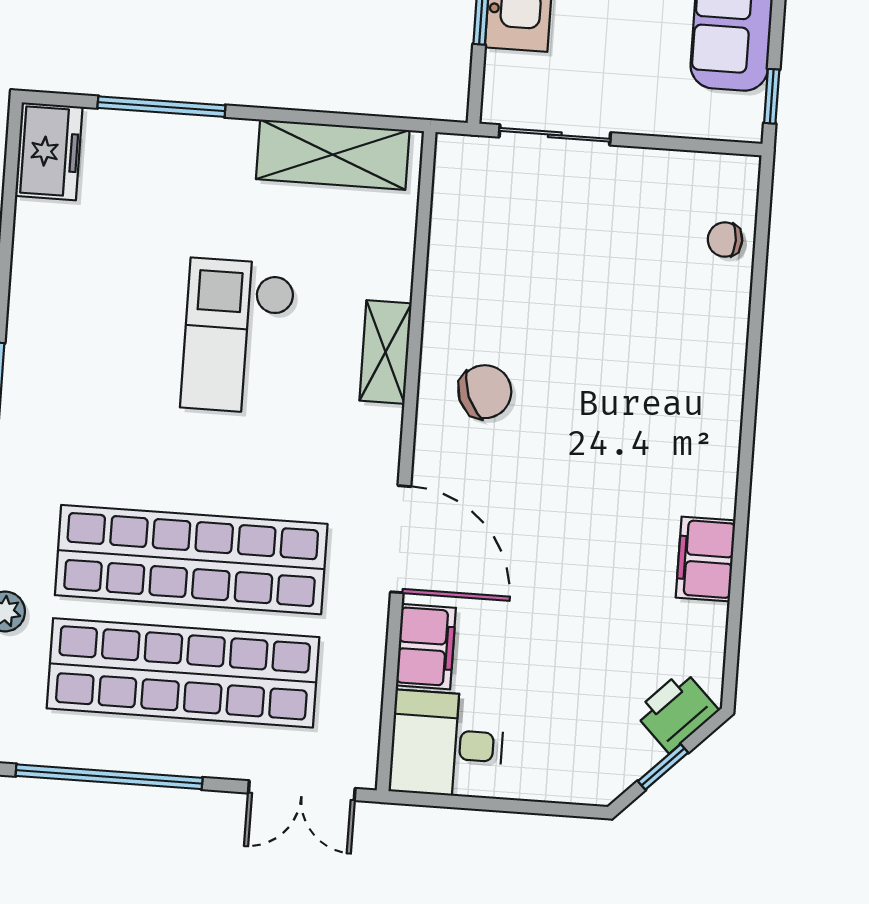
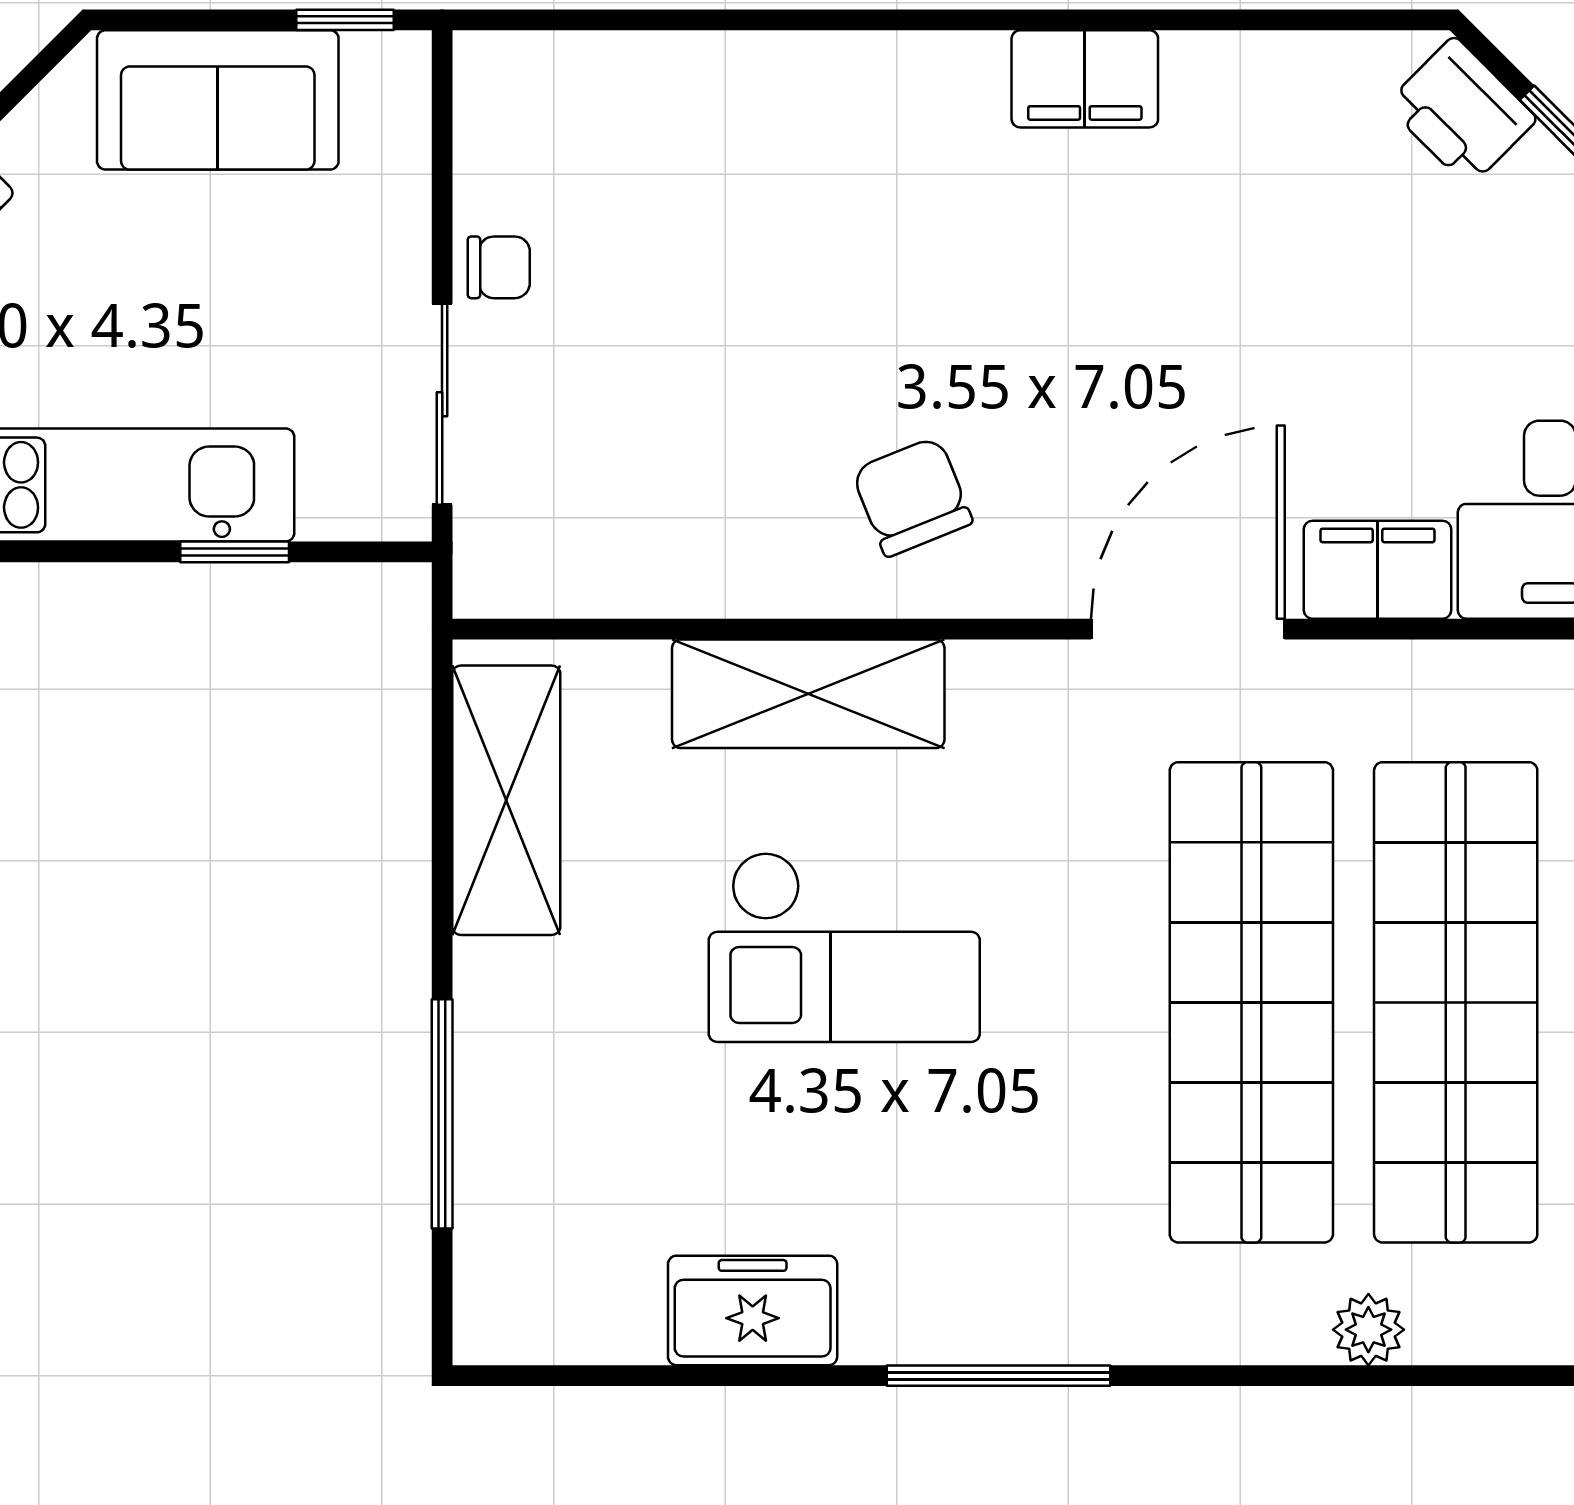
freezer: (49, 151) -> (753, 1310), moved
chair: (725, 240) -> (499, 267), moved, turned -90
shelving: (386, 352) -> (808, 694), width x1.50, depth x1.33
filing cabinet: (706, 559) -> (1085, 79), moved

